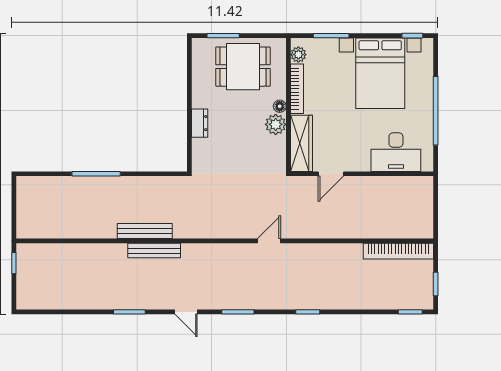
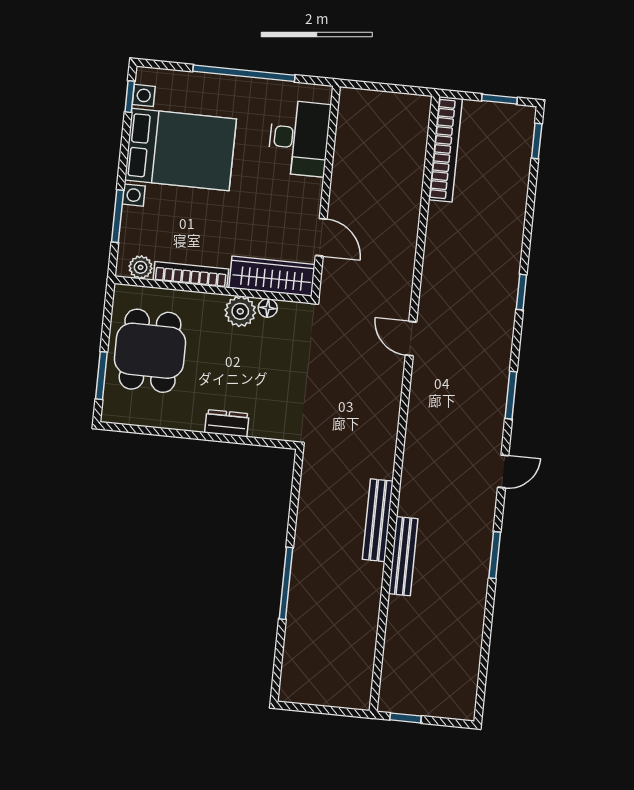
floor lamp: (280, 106) -> (268, 308), moved
bench: (154, 251) -> (403, 556), moved

